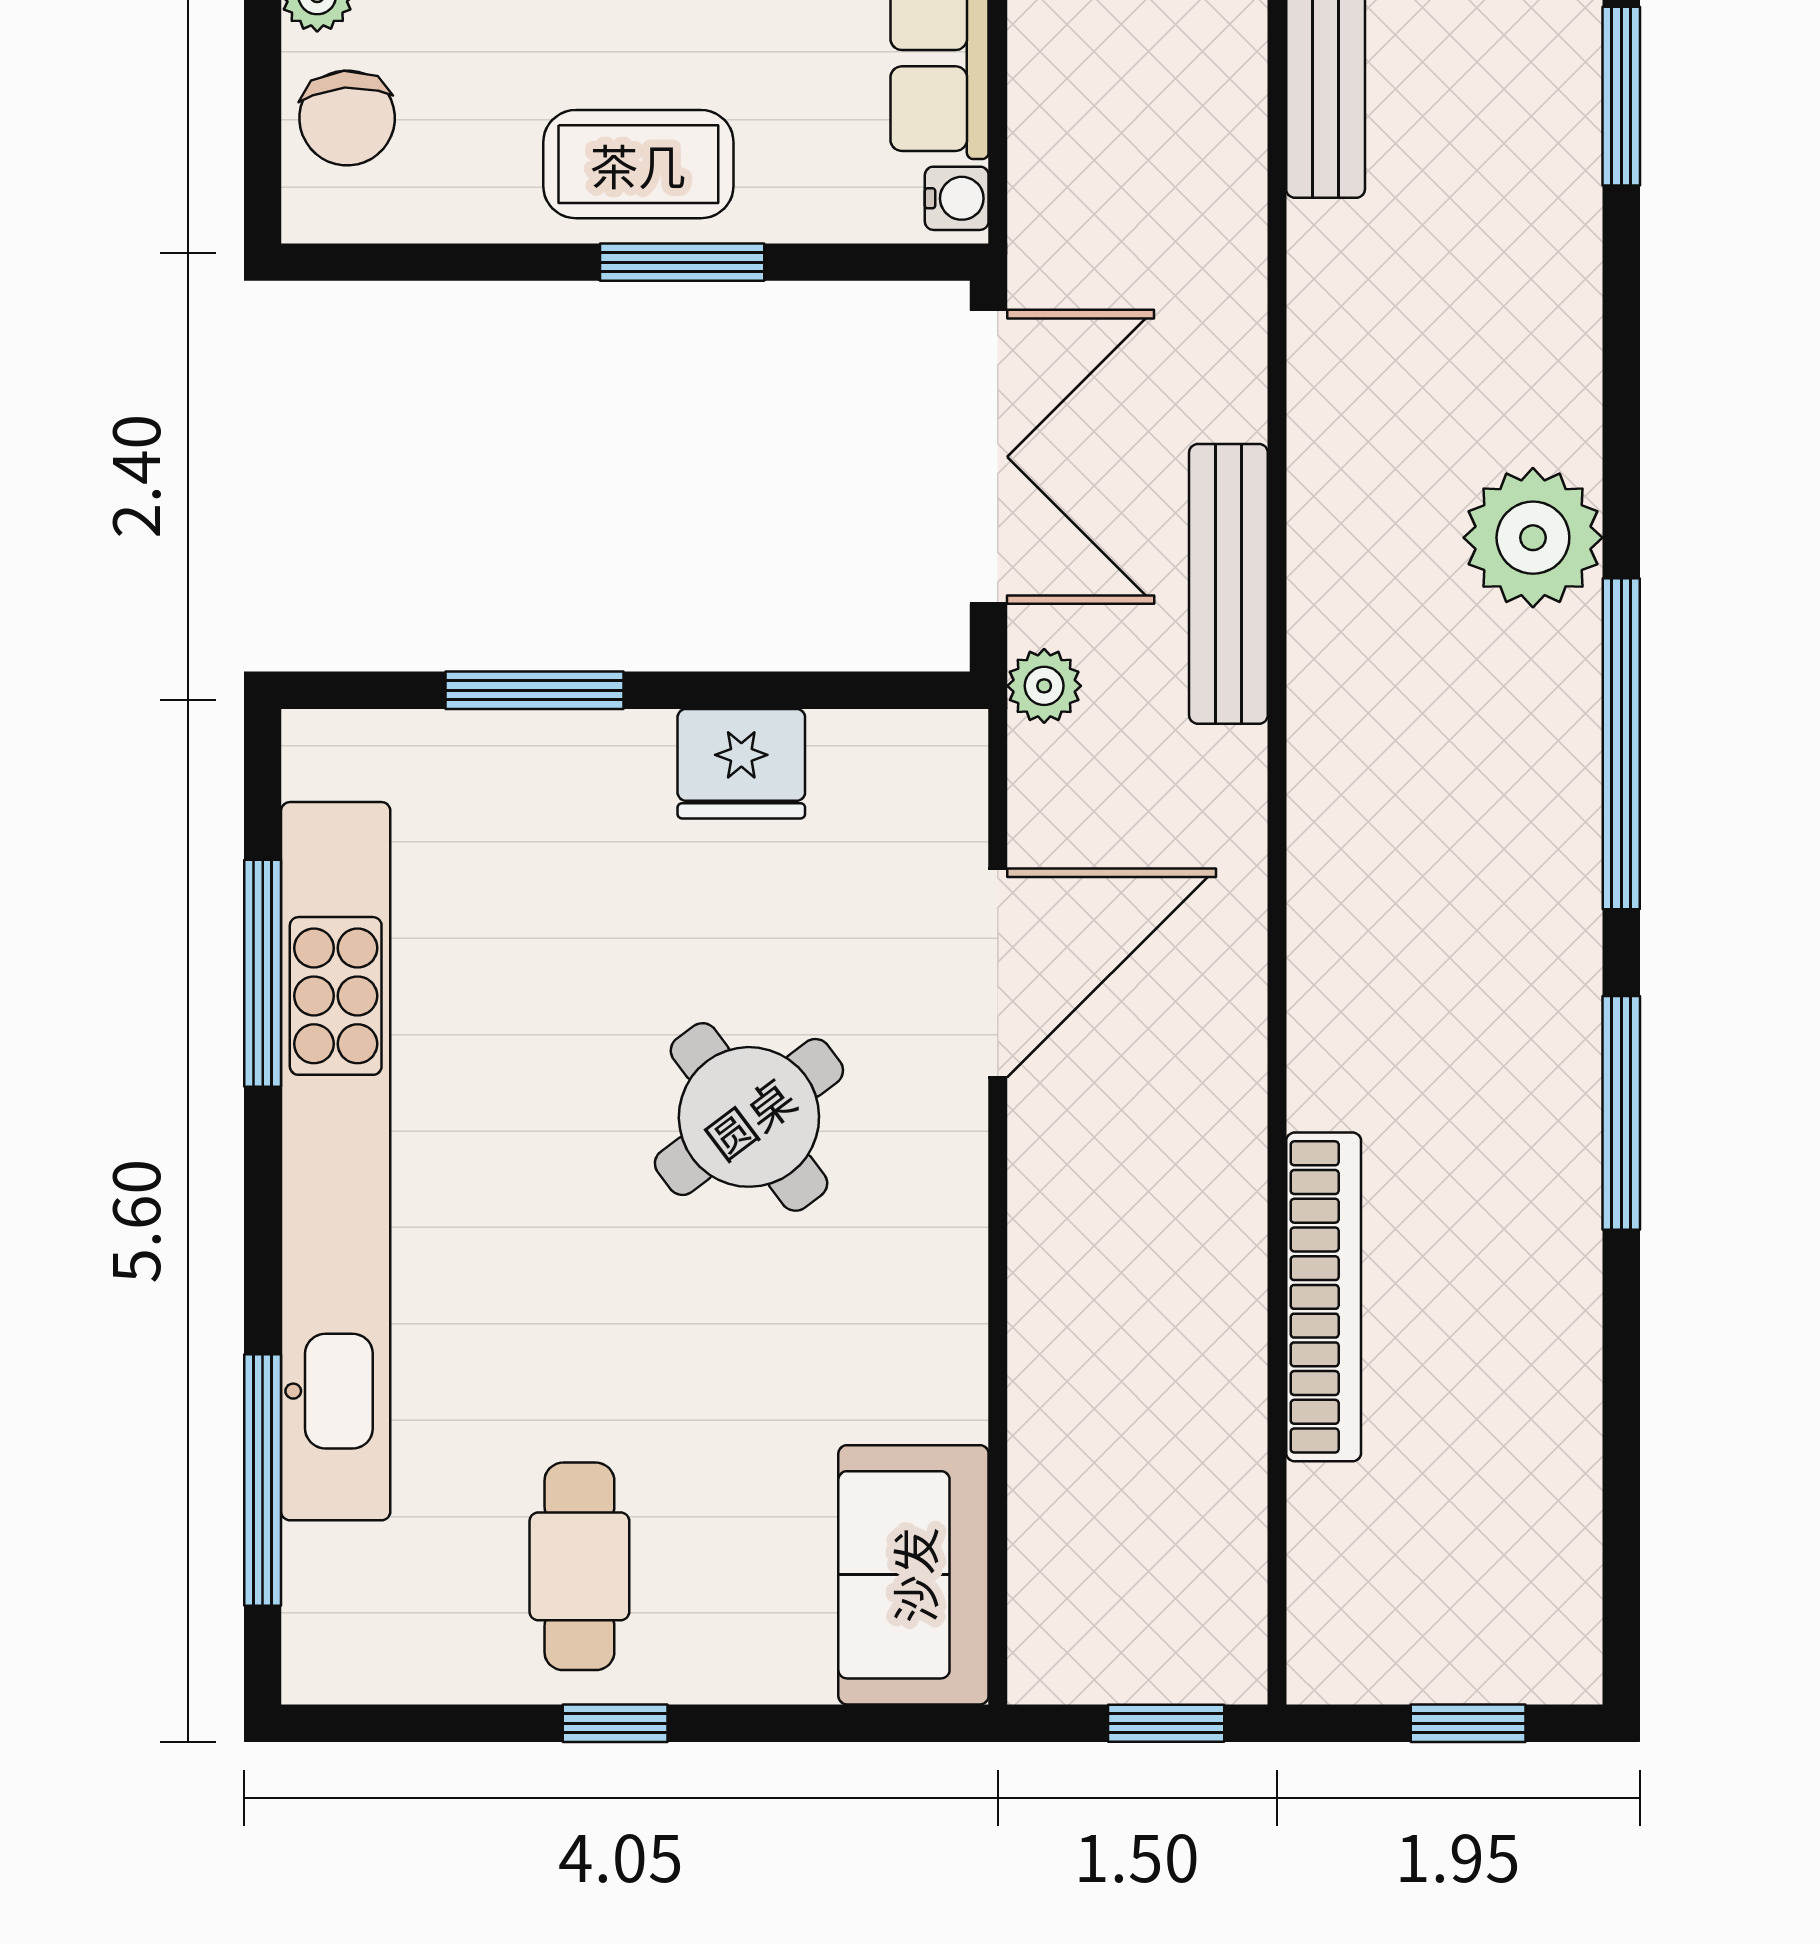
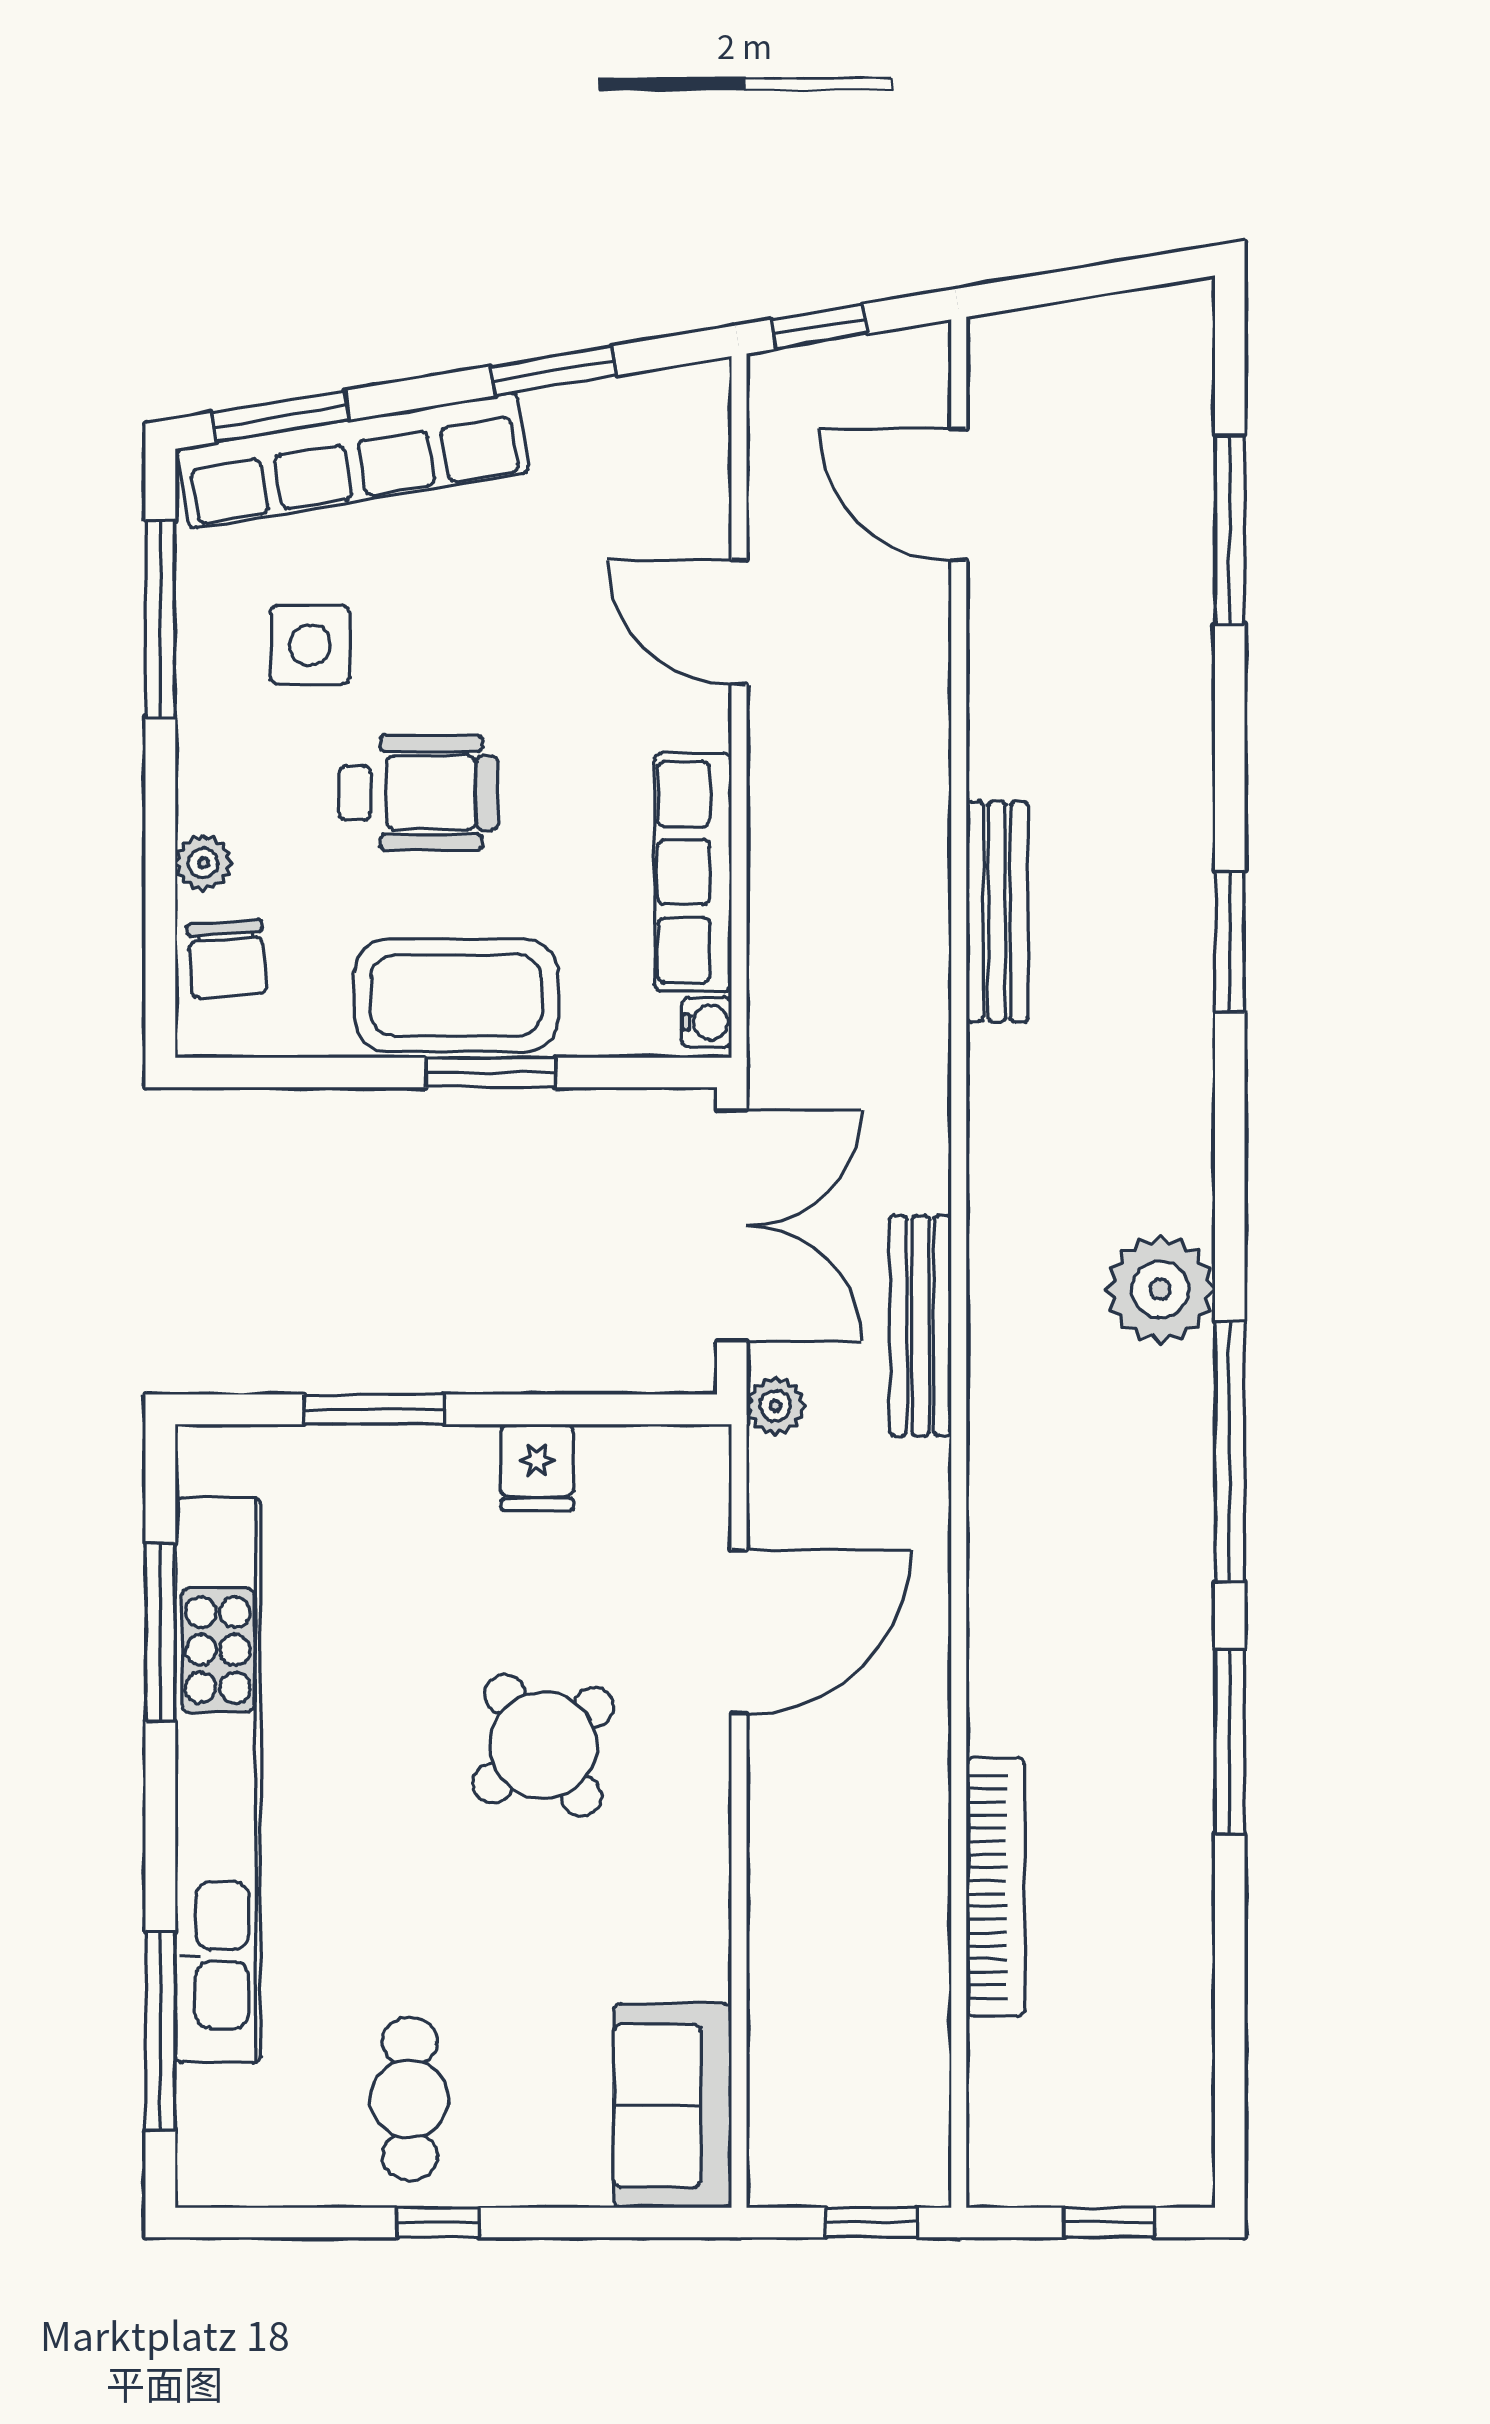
coffee table: (638, 164) -> (456, 995), width x1.36, depth x1.32
fridge: (741, 764) -> (537, 1467), width x0.72

